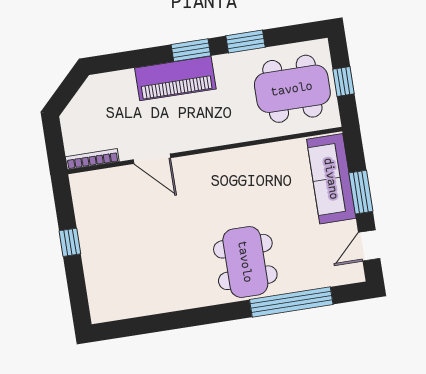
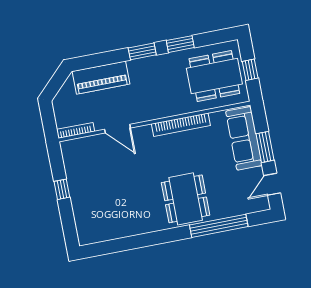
piano: (175, 78) -> (101, 78), moved
bookcase: (242, 156) -> (181, 125), added

